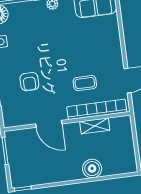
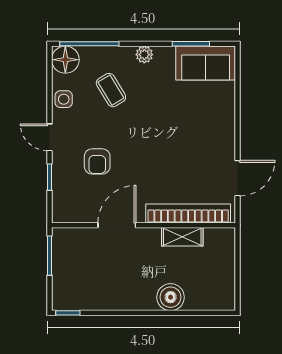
coffee table: (85, 83) -> (111, 90), moved, turned 59
door: (49, 124) -> (117, 225), swing flipped

